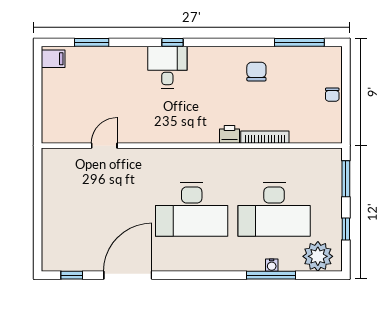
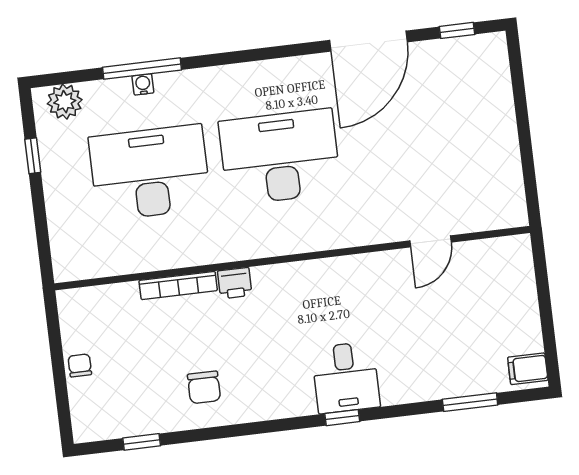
window: (299, 42) -> (142, 442), width x0.46
window: (346, 179) -> (42, 235), removed
plant: (318, 256) -> (65, 102), width x0.73, depth x0.73

